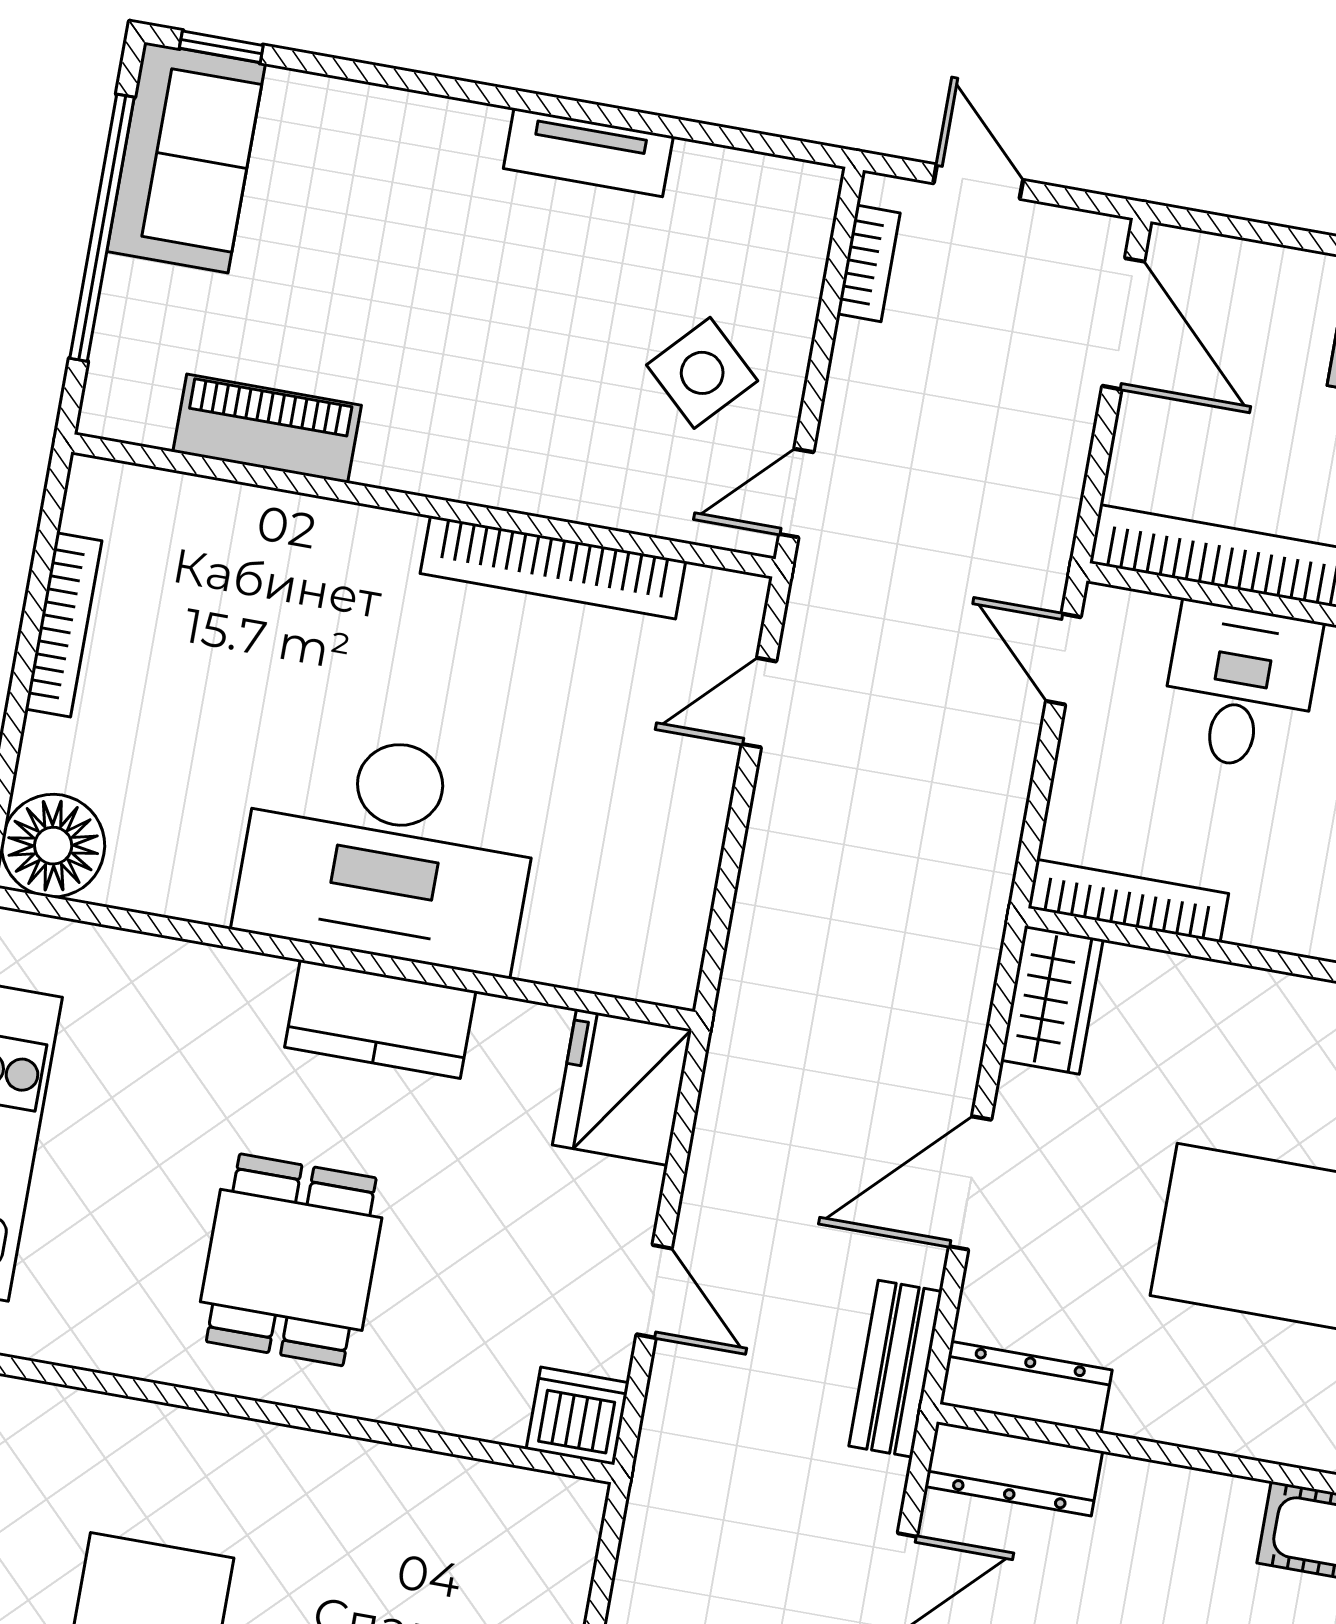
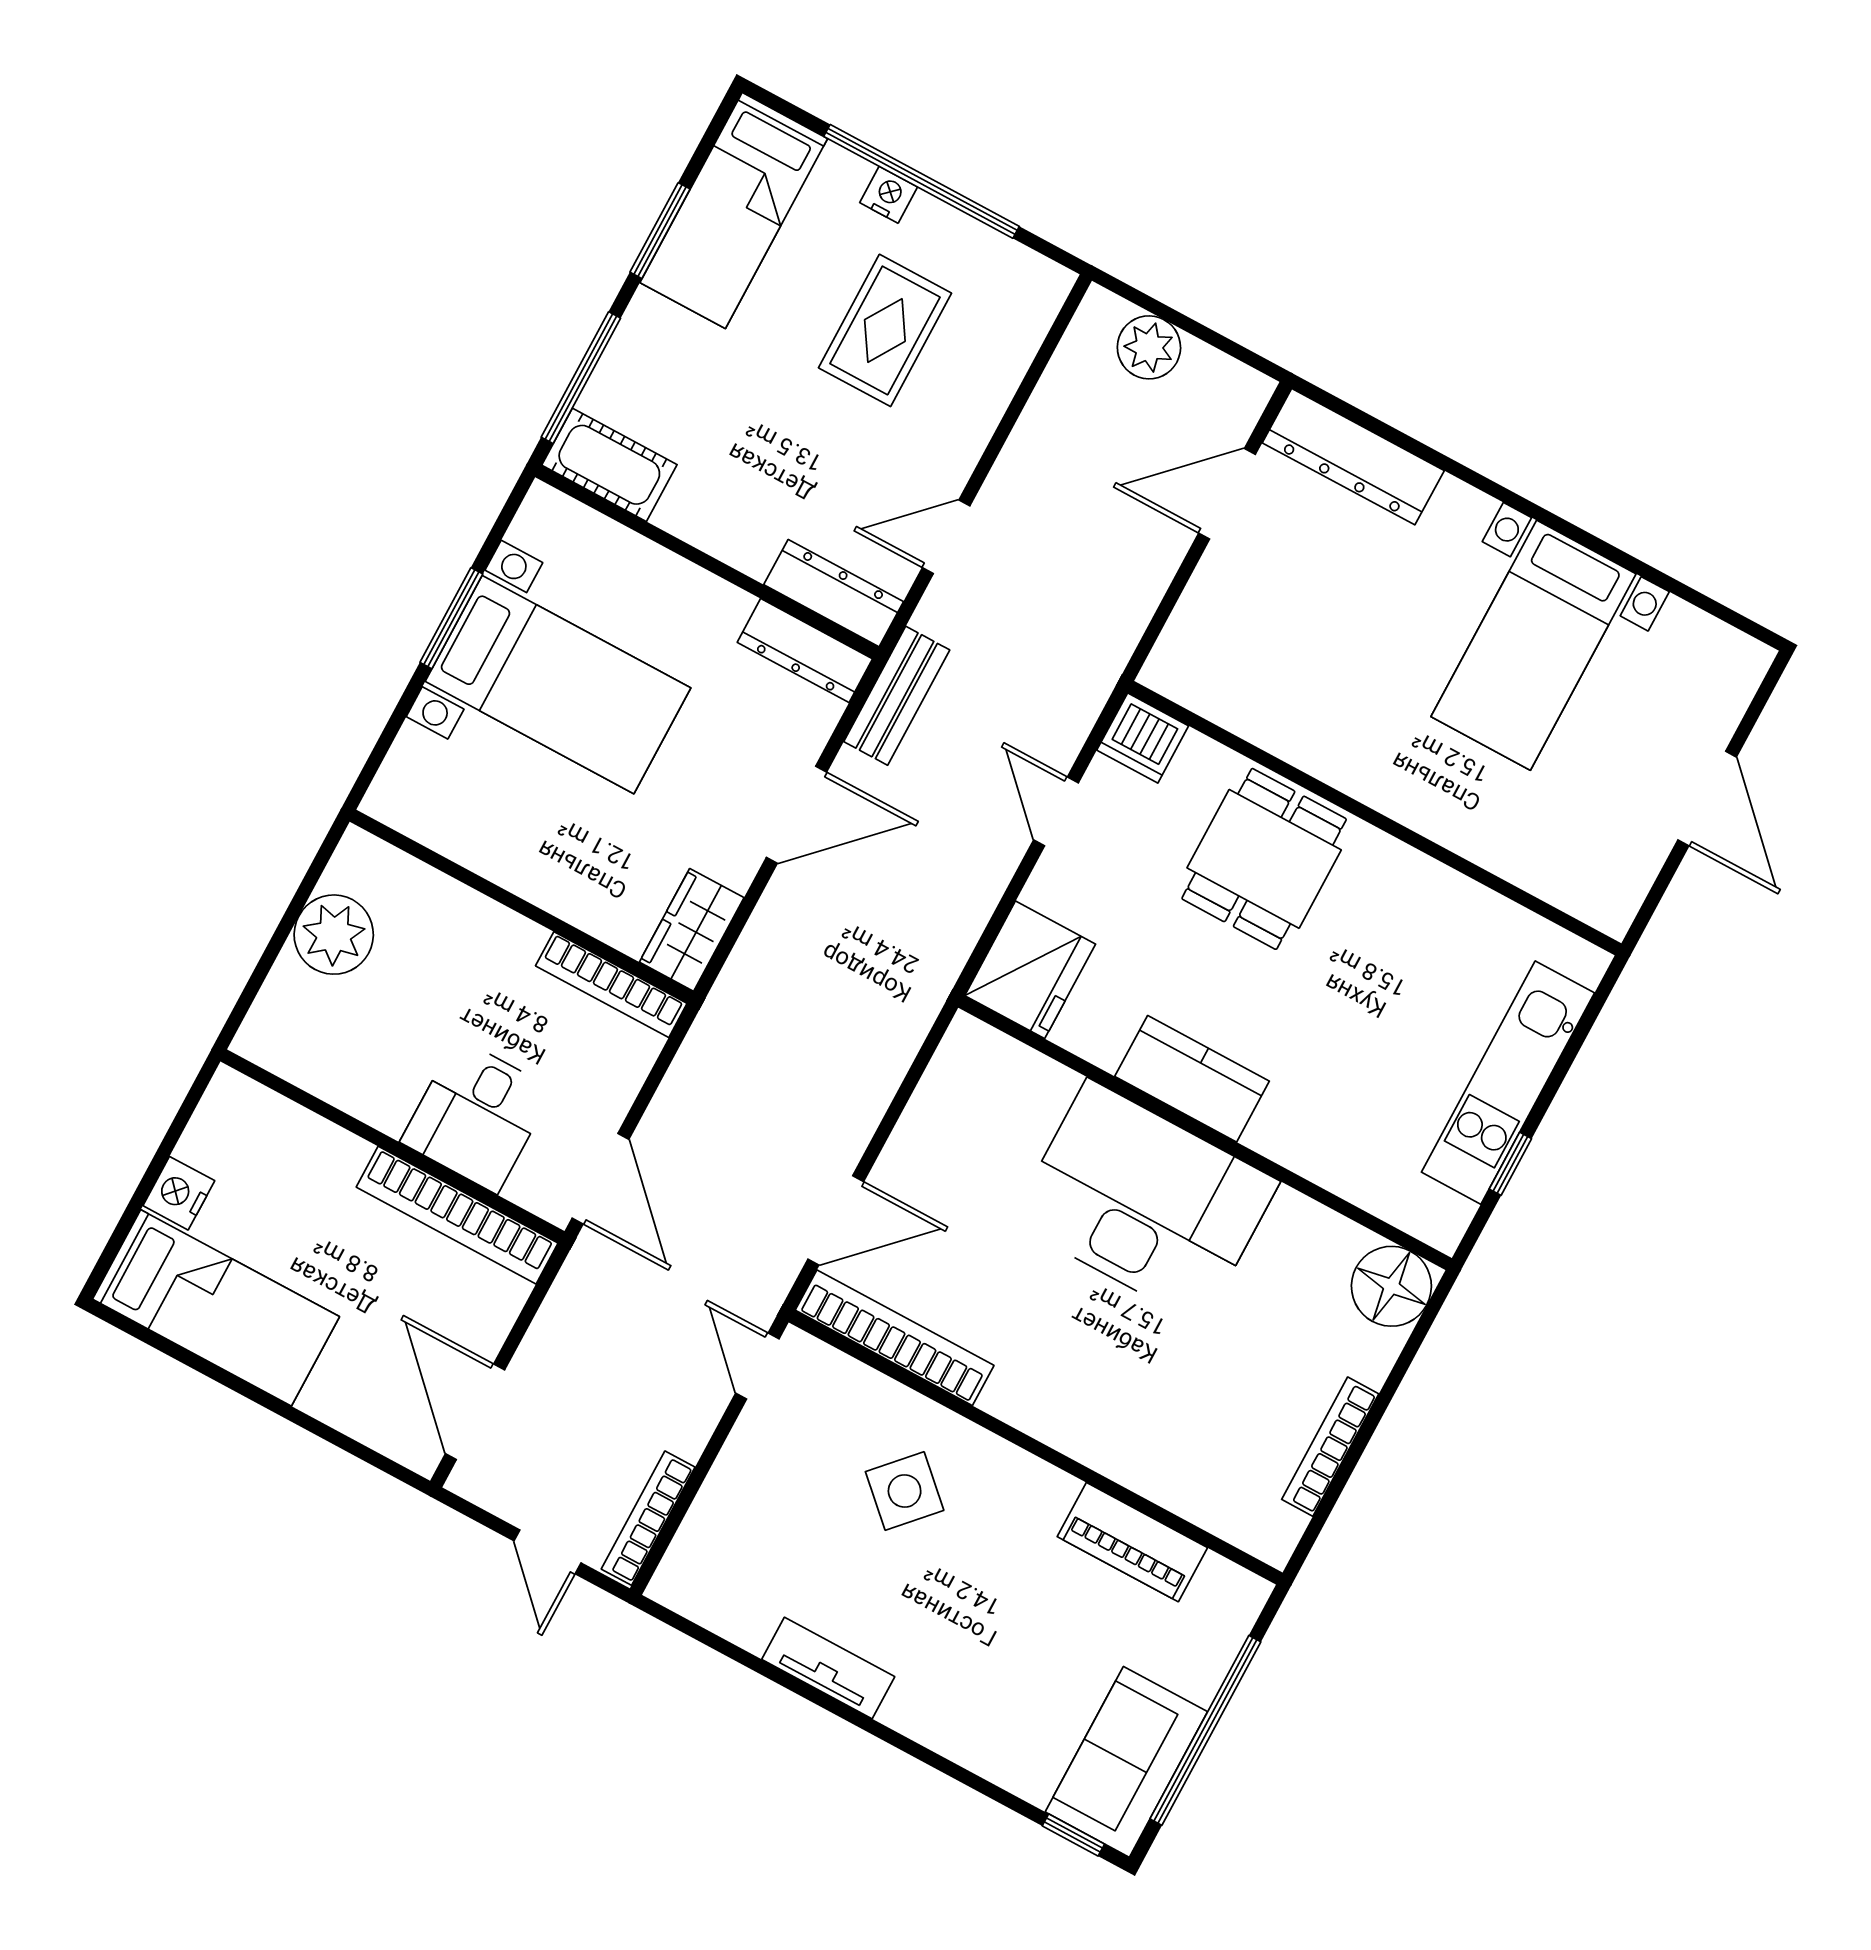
bookcase: (869, 263) -> (648, 1518), width x1.56
side table: (702, 373) -> (905, 1491), moved
door: (796, 493) -> (757, 1366), swing flipped
bookcase: (553, 567) -> (895, 1338), moved
door: (1063, 659) -> (601, 1179), width x1.37
door: (759, 703) -> (836, 1220), width x1.38
dining table: (291, 1260) -> (1264, 859), moved

